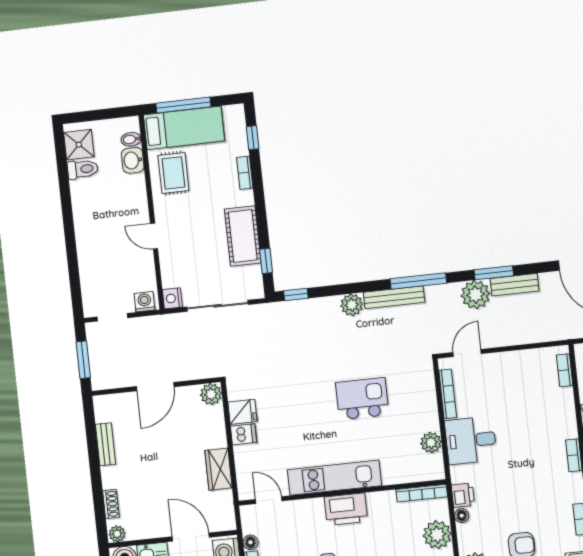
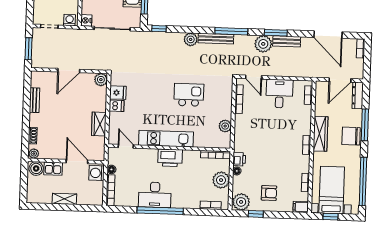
door: (467, 353) -> (254, 77), swing flipped
desk: (471, 440) -> (279, 94), moved, turned 90

